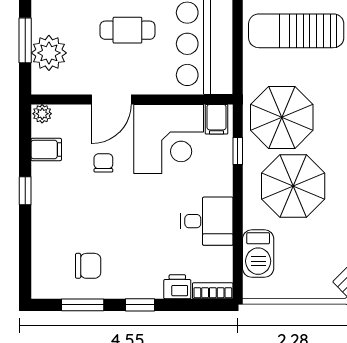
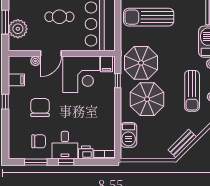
plant: (42, 114) -> (35, 61), moved
chair: (103, 163) -> (40, 108), moved, width x1.87, depth x1.87
desk: (207, 221) -> (65, 145), moved, turned 90

